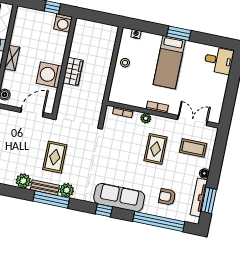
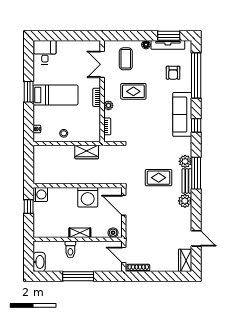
wardrobe: (73, 72) -> (87, 152), moved, turned 180

